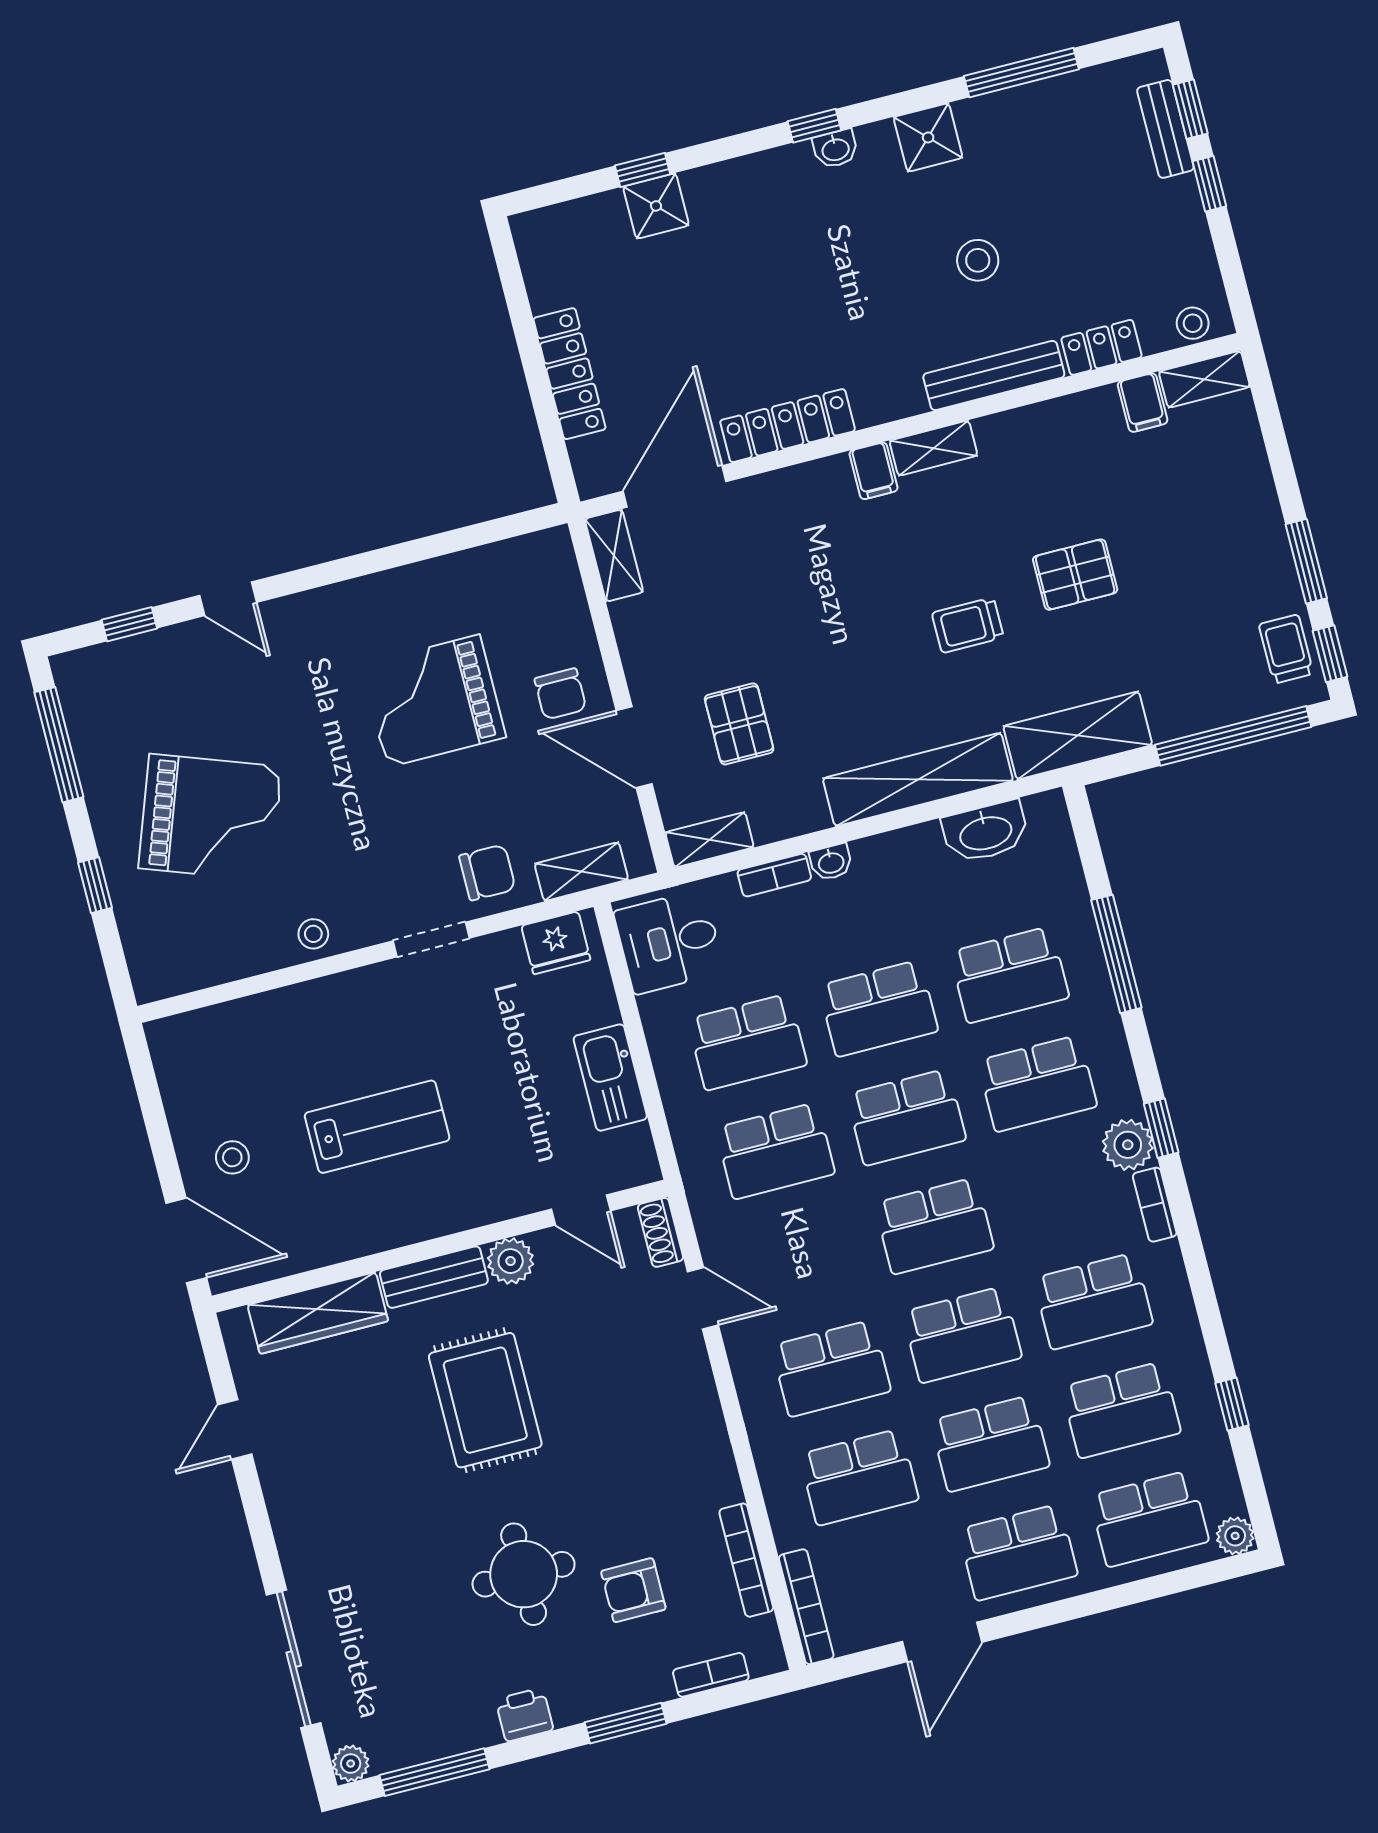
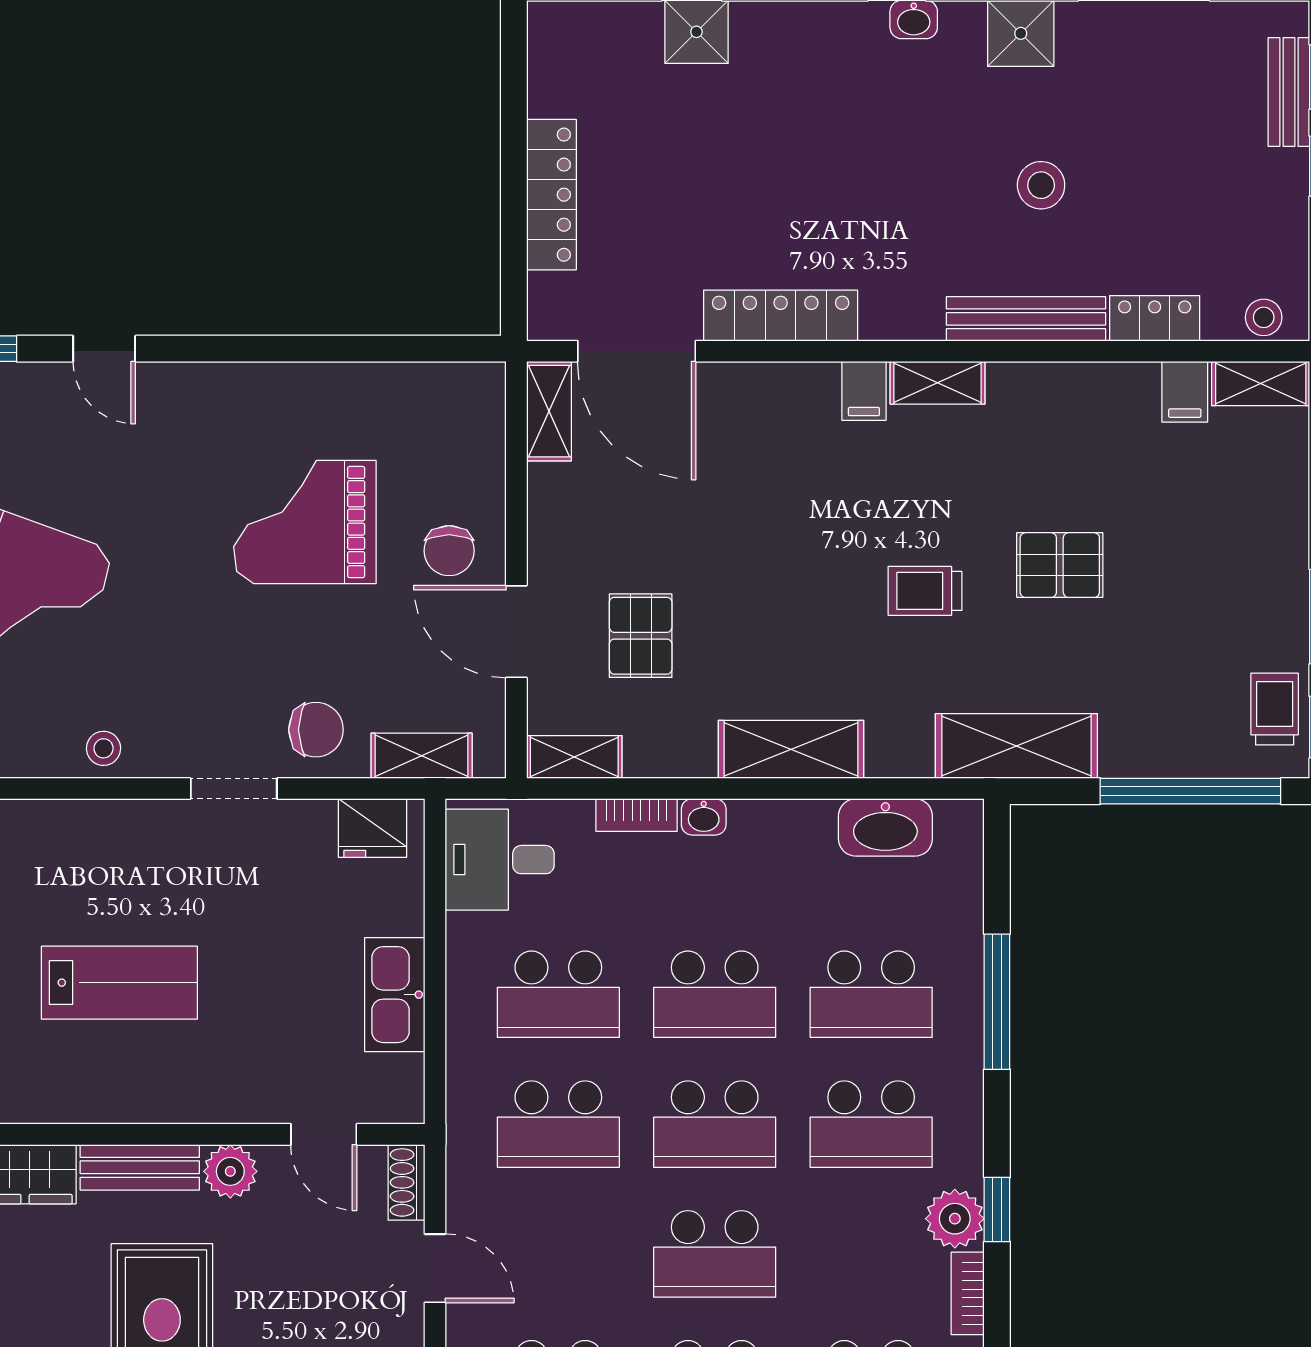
door: (675, 486) -> (637, 351), swing flipped
shelving: (918, 780) -> (791, 749), width x0.68

